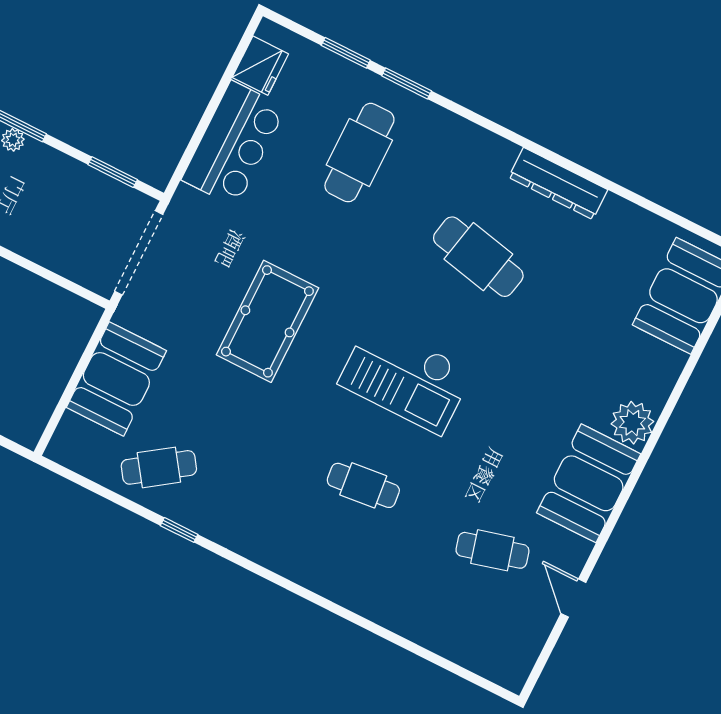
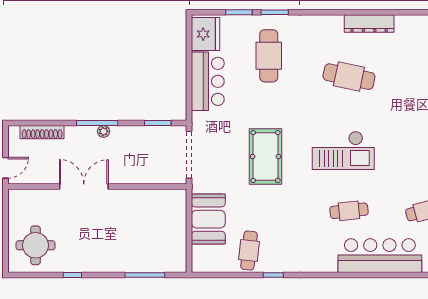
fridge: (260, 66) -> (205, 34), width x1.36, depth x1.34
cafe table: (159, 467) -> (249, 251), turned -49
bar counter: (377, 588) -> (380, 256), added

